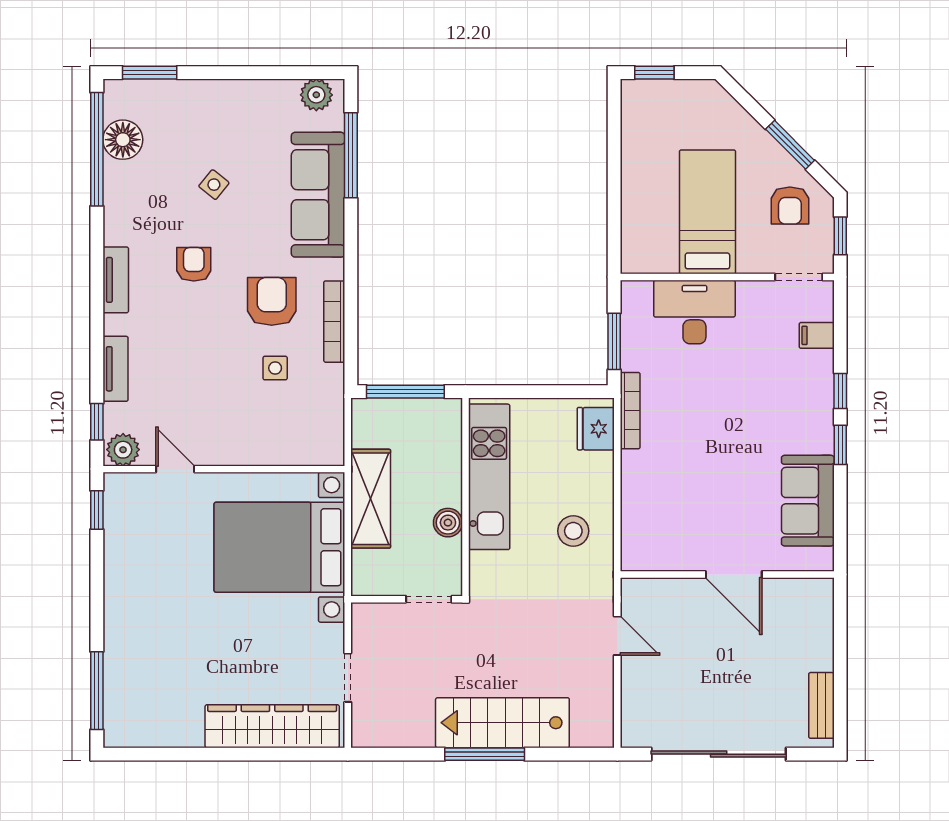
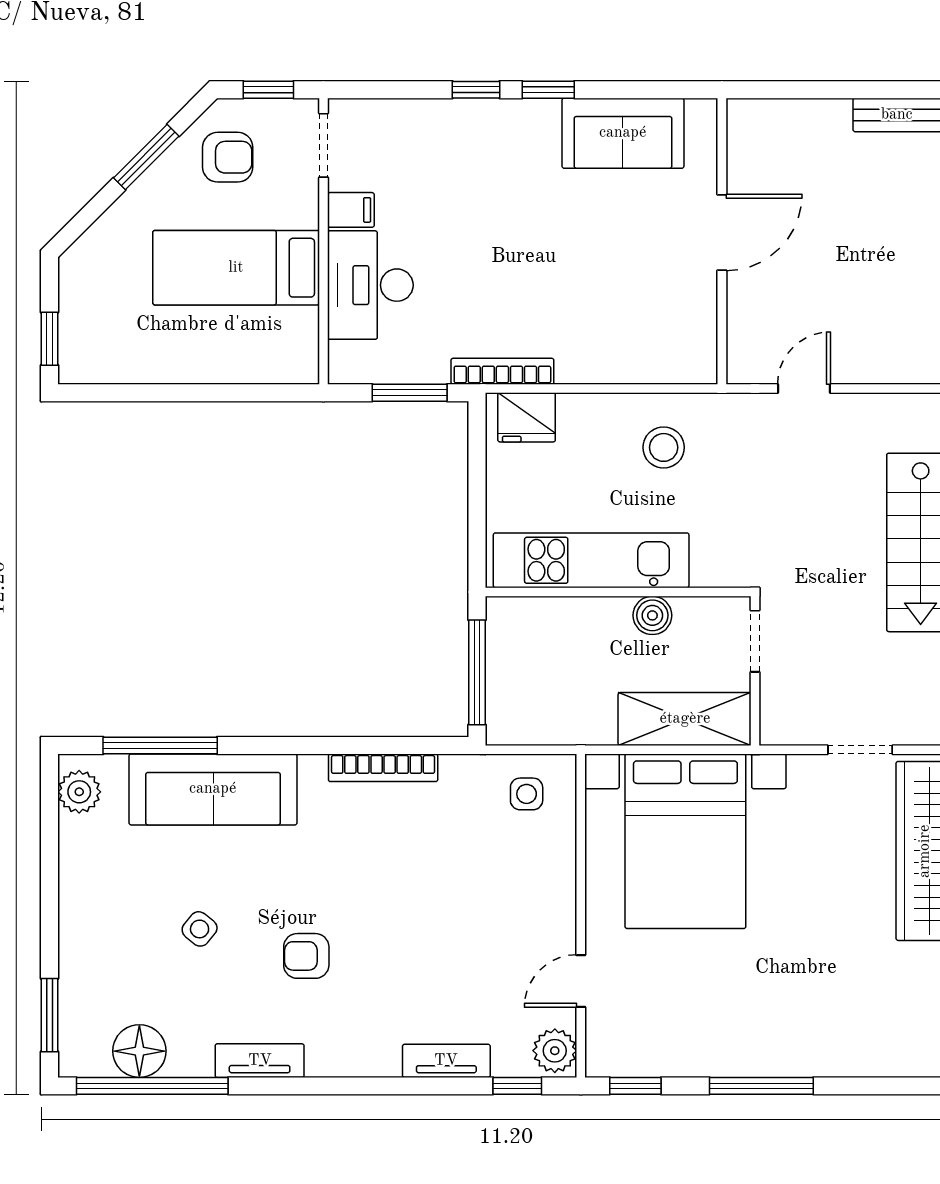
tv unit: (116, 280) -> (260, 1061), moved
armchair: (272, 301) -> (356, 851), removed
filing cabinet: (817, 335) -> (351, 210), moved, turned -90
side table: (275, 368) -> (527, 794), moved
shelving: (371, 499) -> (685, 719), moved
window: (97, 691) -> (761, 1086), moved

